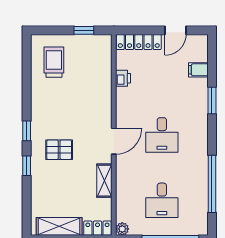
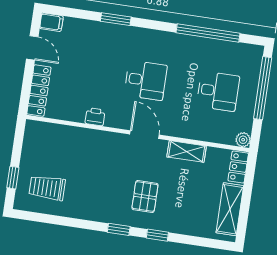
window: (84, 30) -> (13, 178), moved
filing cabinet: (198, 70) -> (51, 22), moved, turned -90
printer: (123, 78) -> (95, 117), moved

